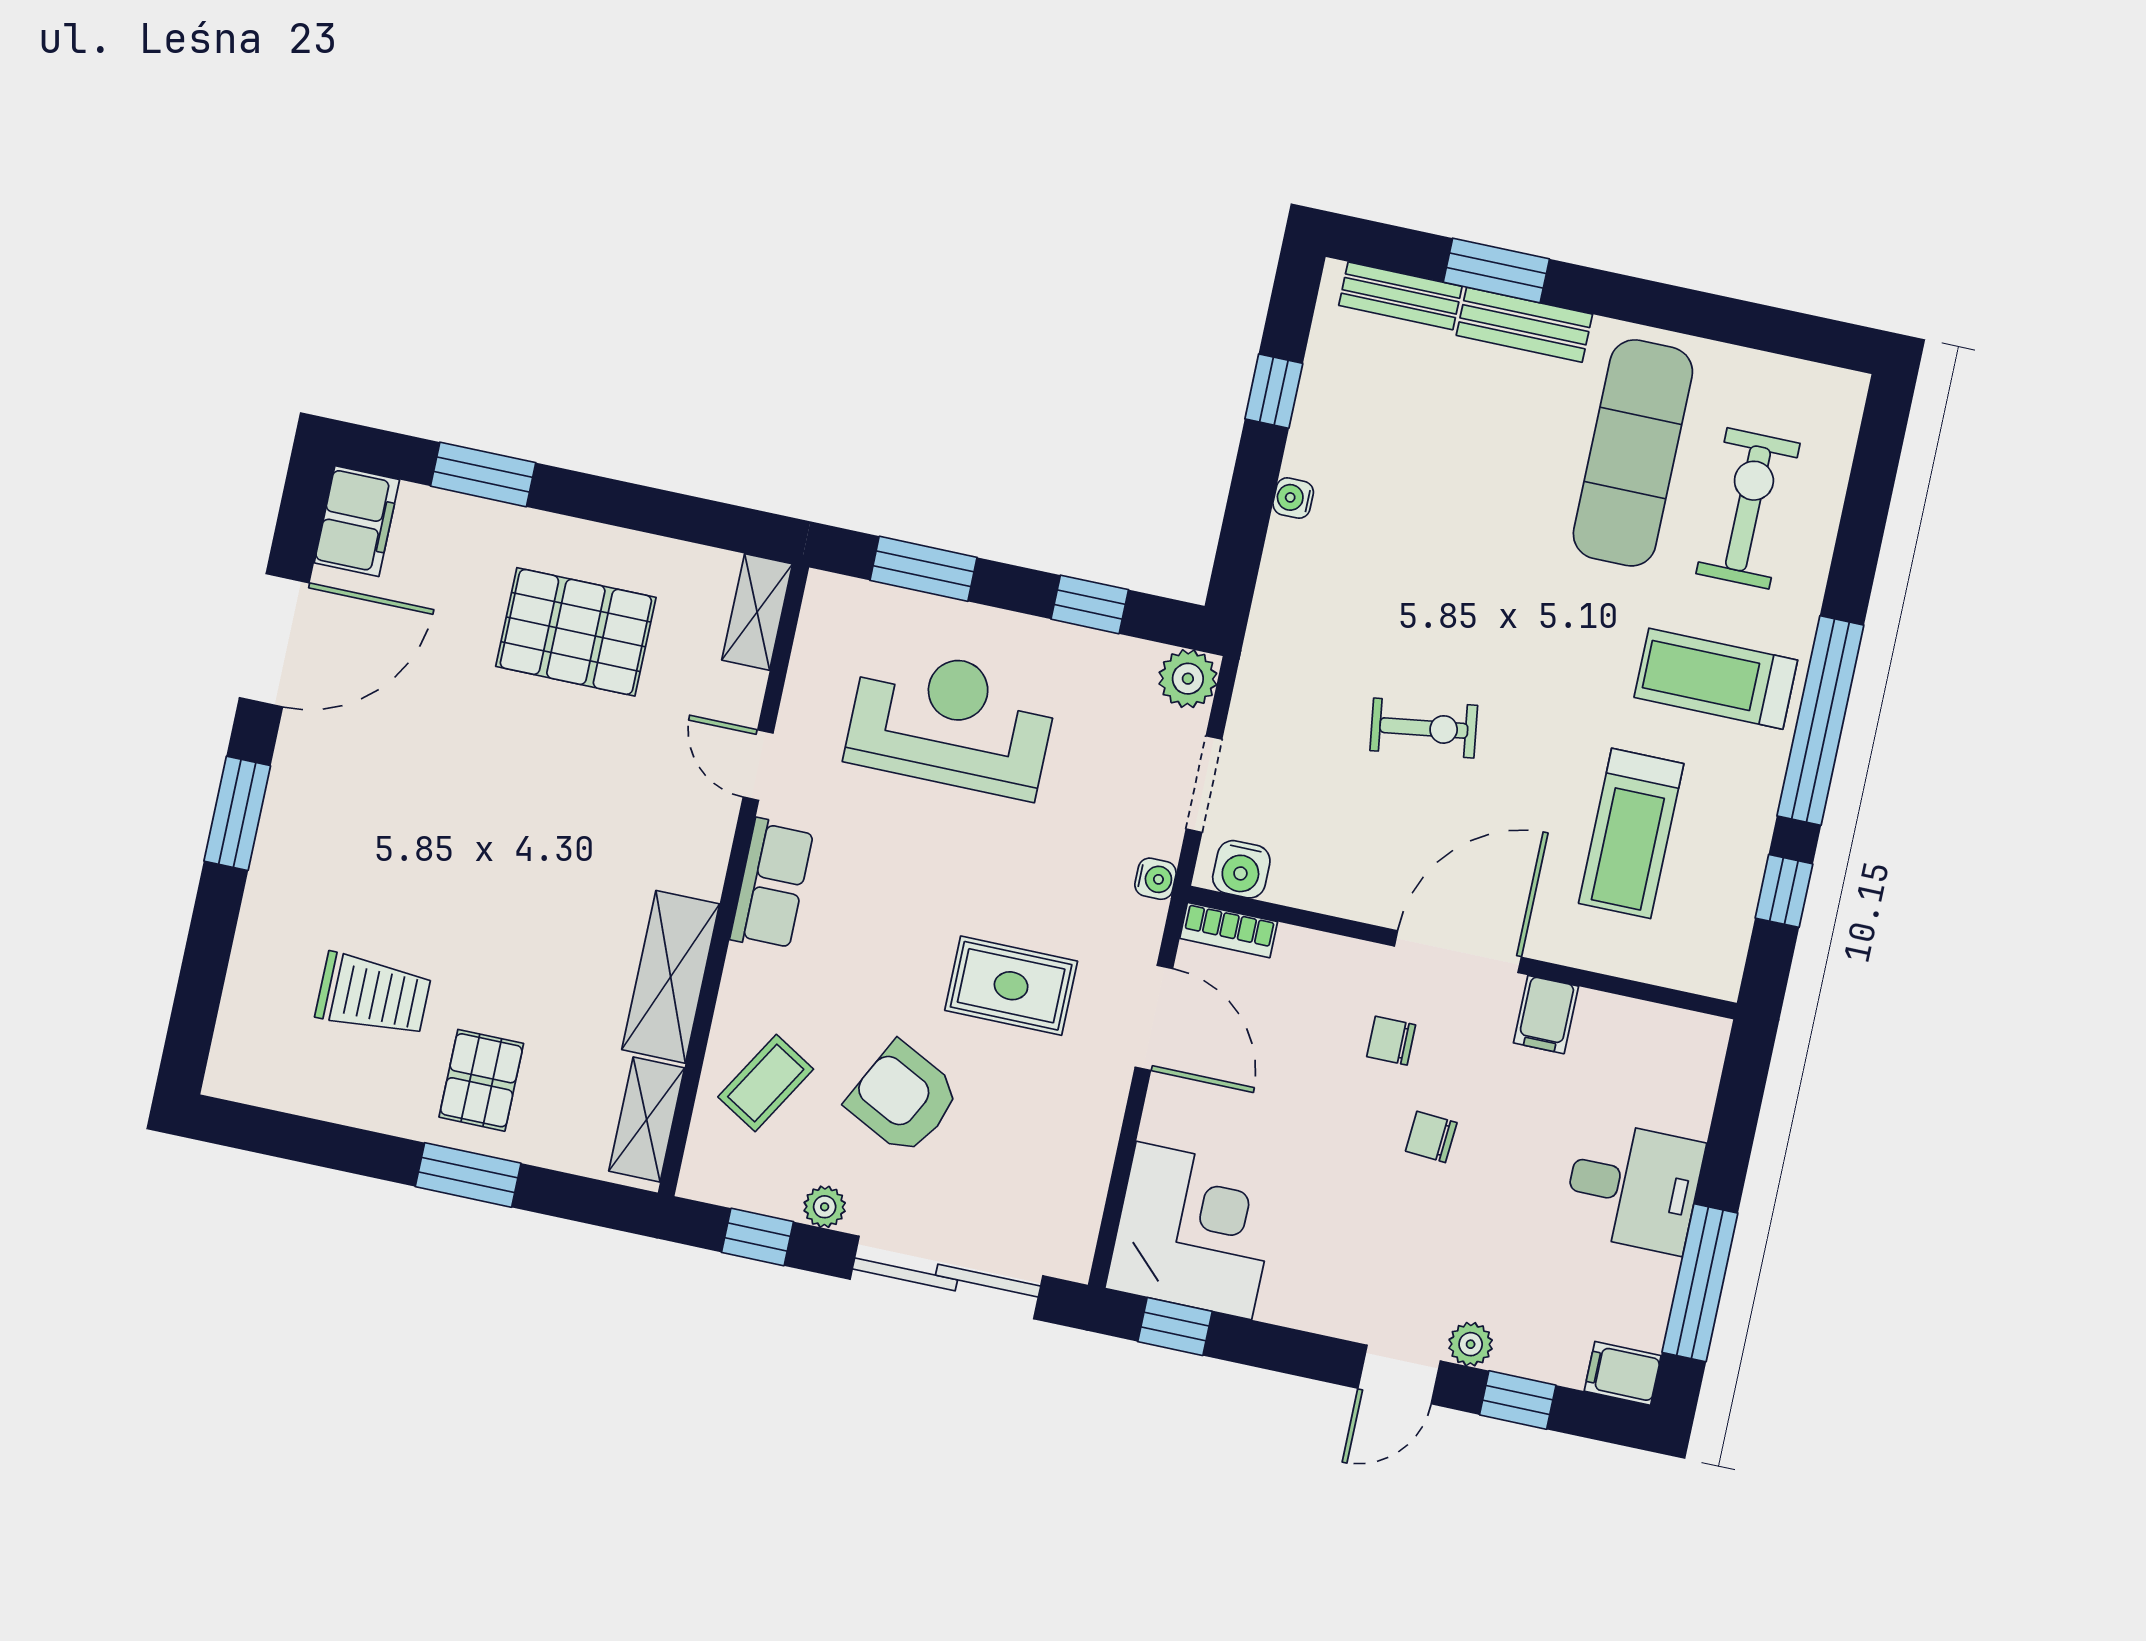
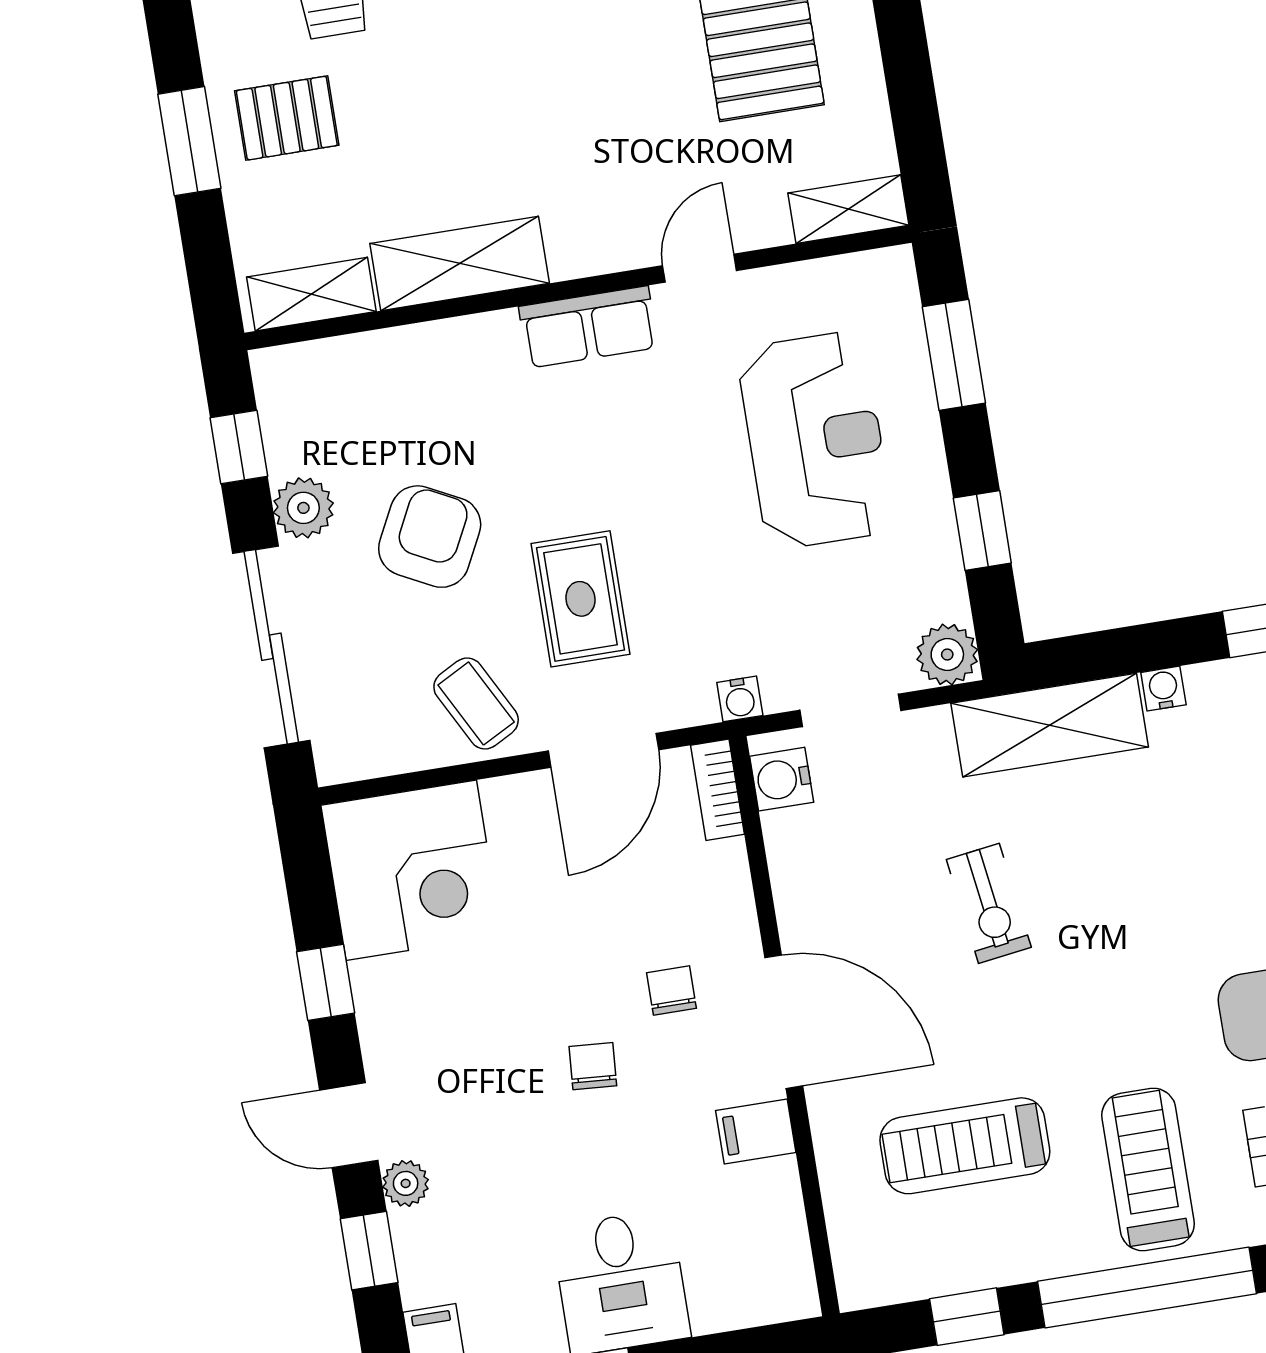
shelving: (1286, 612) -> (1050, 725), added
coffee table: (766, 1083) -> (476, 704), moved, turned 31
plant: (825, 1207) -> (303, 508), width x1.38, depth x1.38
window: (1175, 1327) -> (326, 982), moved

